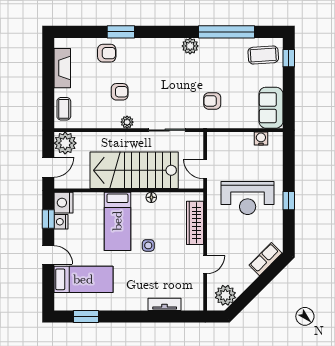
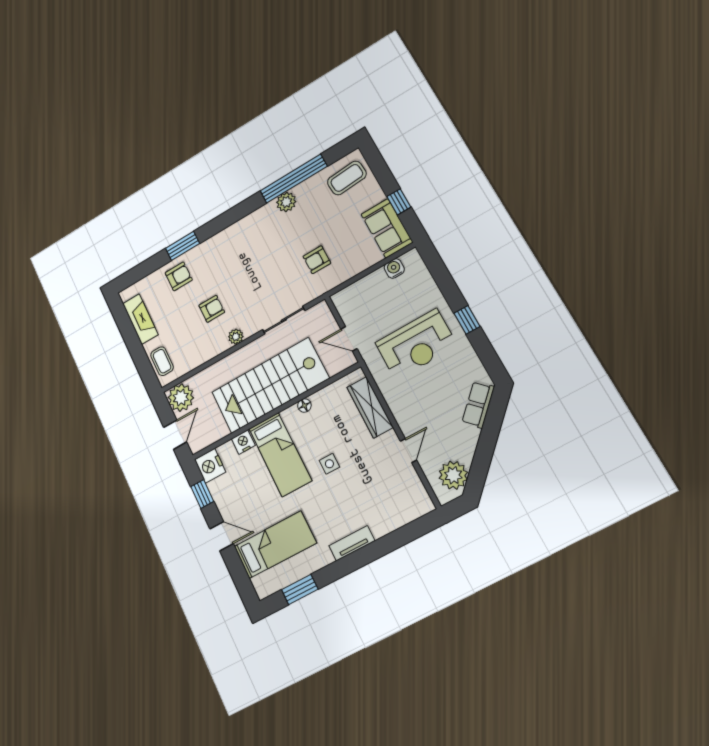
plant: (190, 46) -> (286, 202), moved
window: (289, 58) -> (399, 202), moved
nightstand: (61, 222) -> (243, 442), moved, turned 90
tv unit: (165, 304) -> (352, 543), moved

